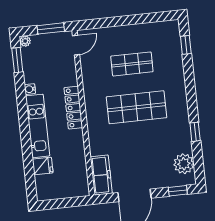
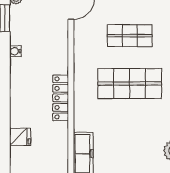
locker: (73, 108) -> (61, 98), moved
kitchen unit: (38, 126) -> (19, 92), removed

